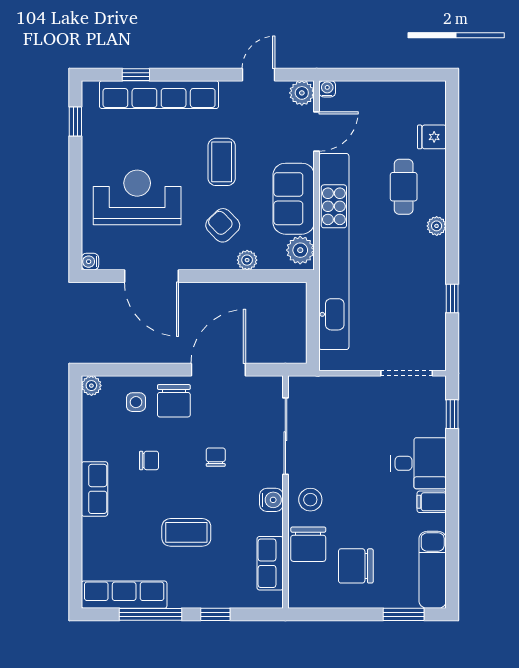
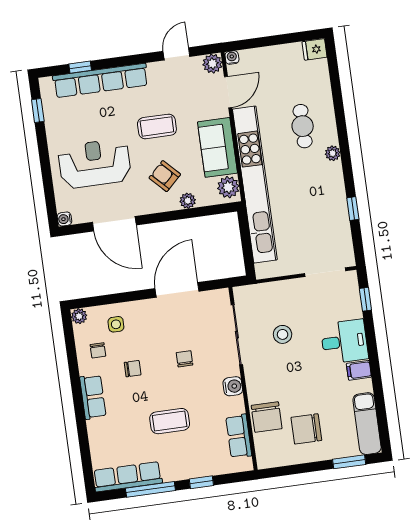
fridge: (432, 137) -> (315, 49), moved
coffee table: (222, 162) -> (157, 126), turned 90
chair: (174, 401) -> (98, 350), moved, width x0.54, depth x0.54
stool: (310, 500) -> (283, 334), moved

